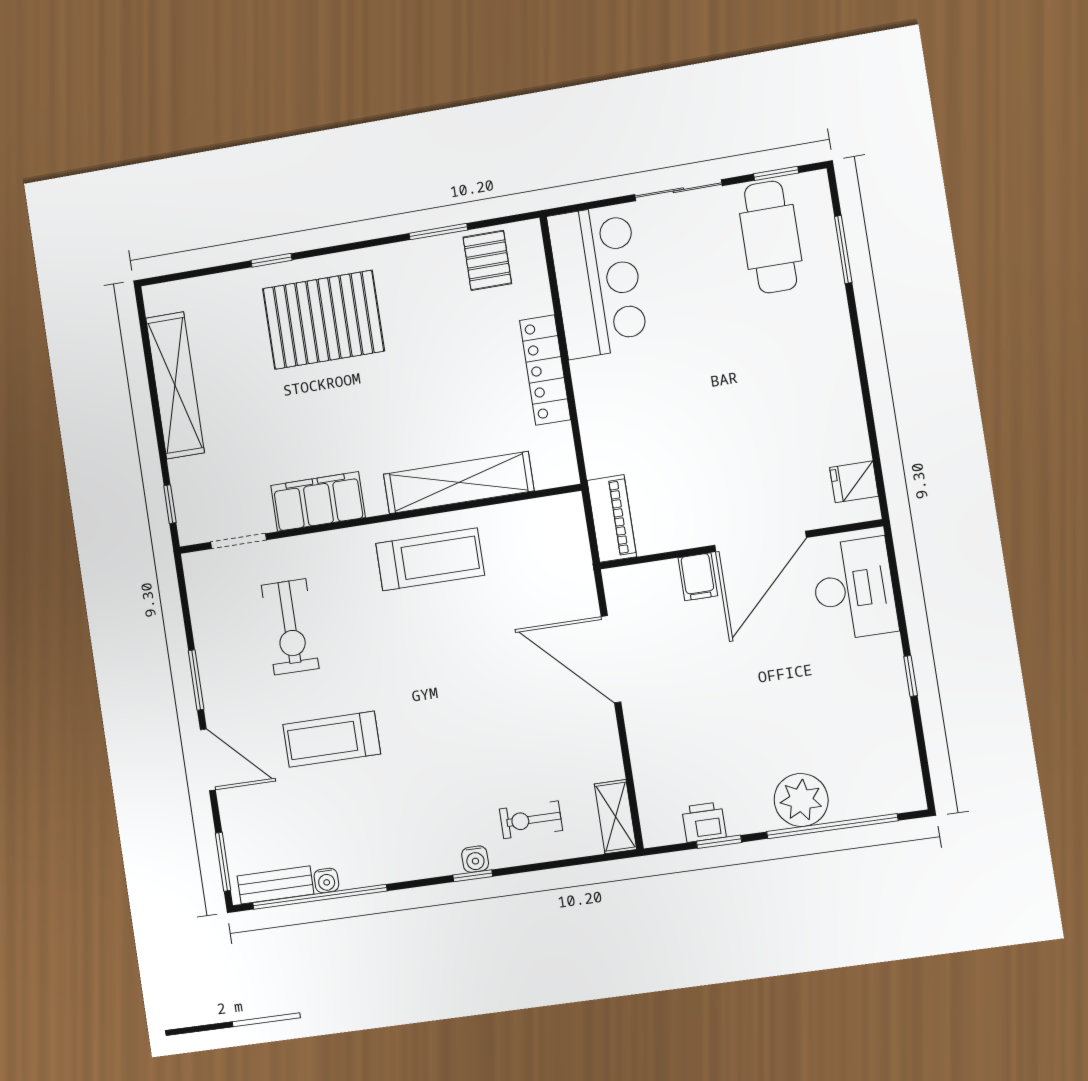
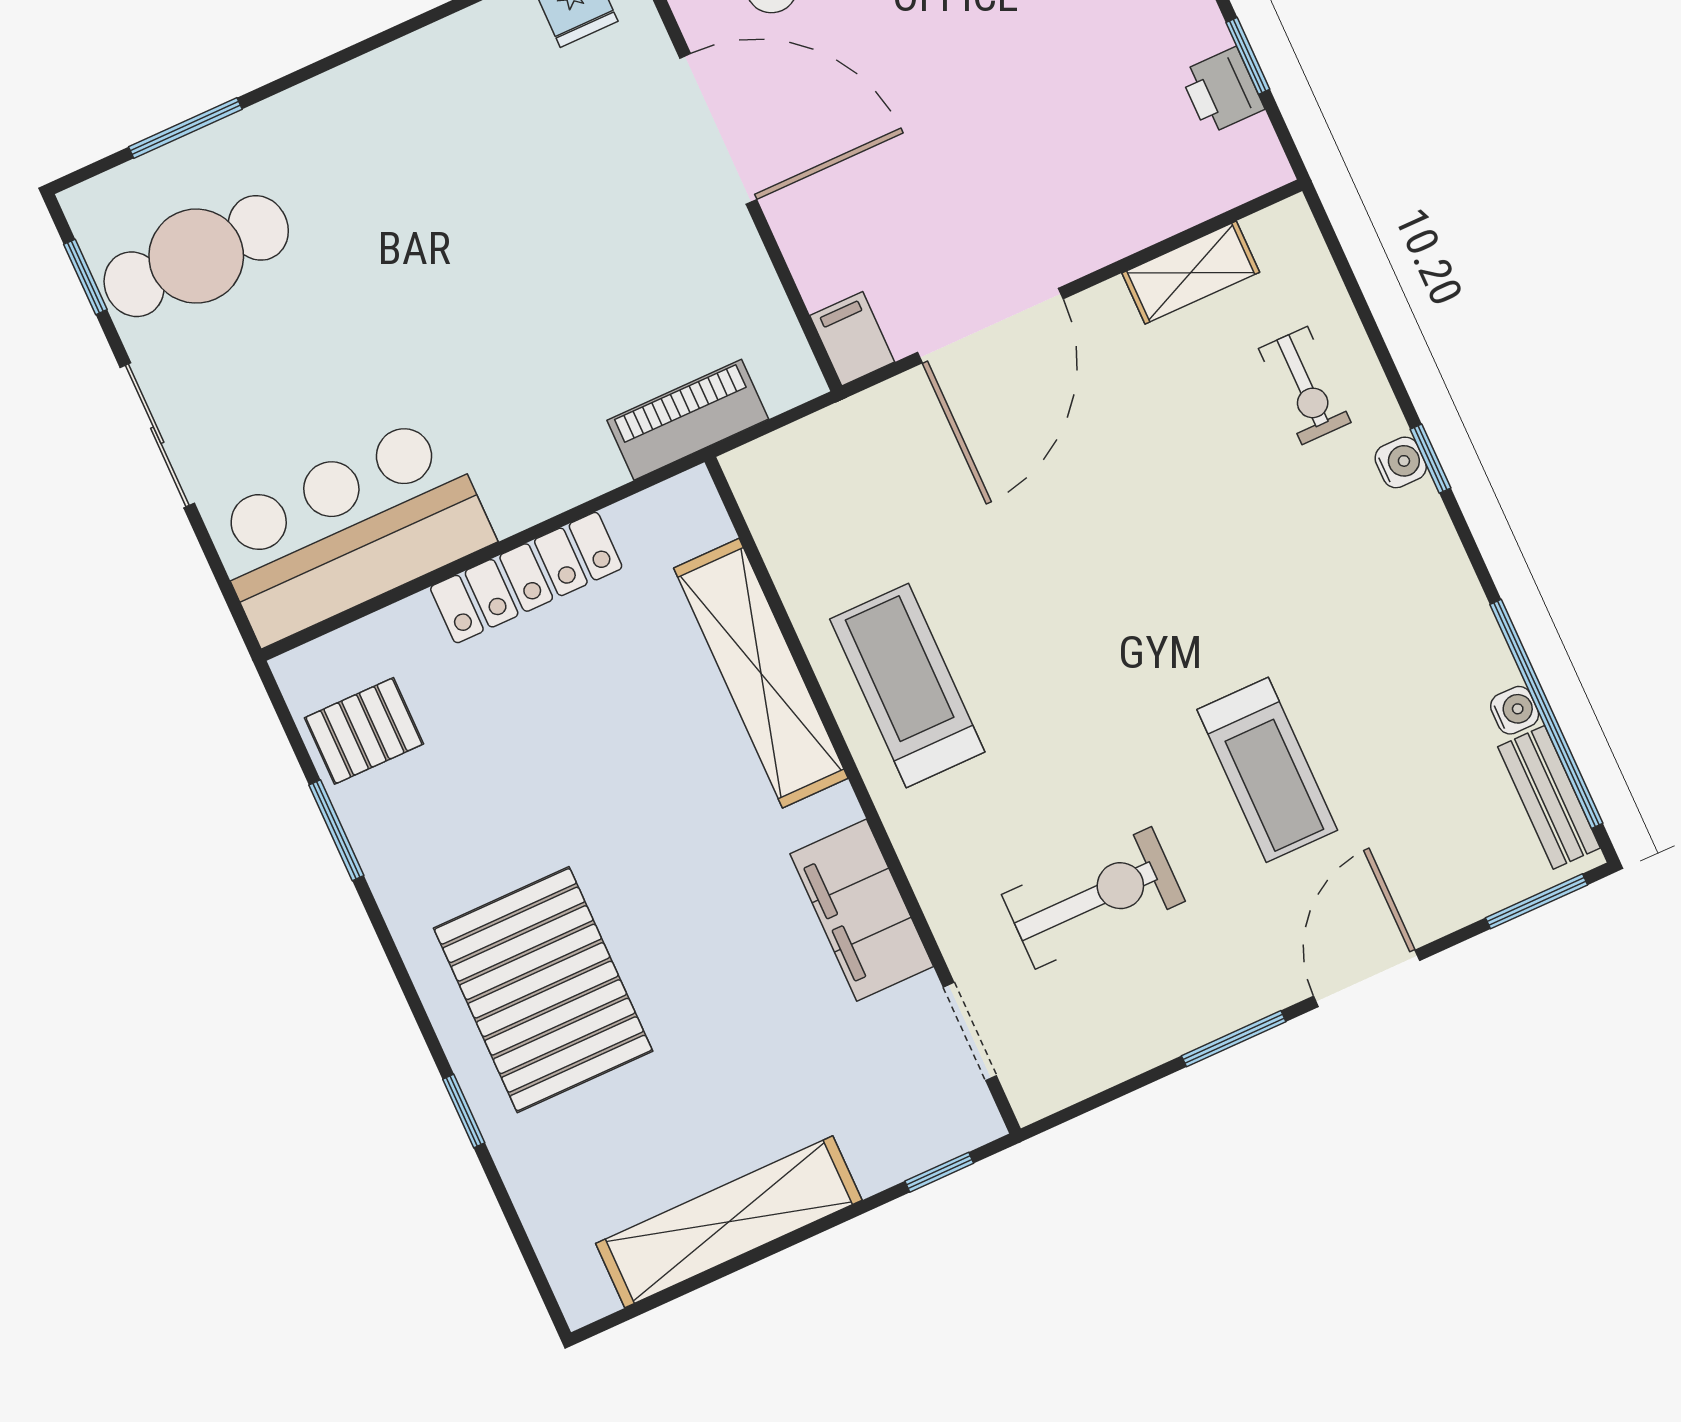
piano: (612, 518) -> (688, 420), moved
filing cabinet: (698, 577) -> (852, 339), moved, turned -90
shelving: (616, 817) -> (1191, 273), moved

